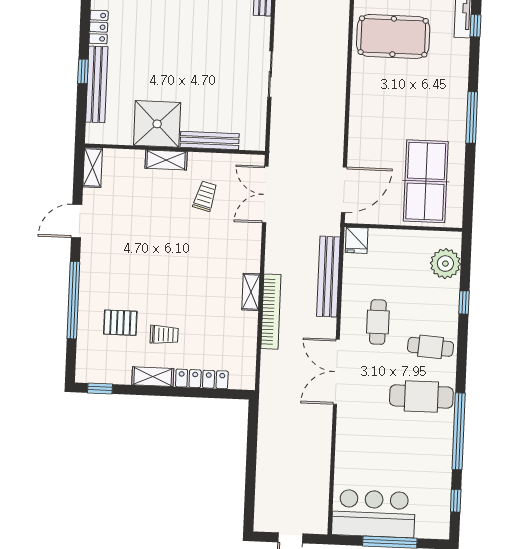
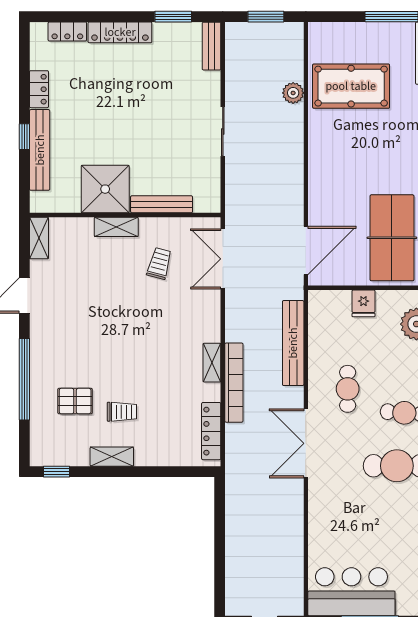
plant: (338, 41) -> (293, 93), added
fridge: (357, 240) -> (363, 303), moved
locker: (202, 379) -> (211, 431), moved, turned -90

